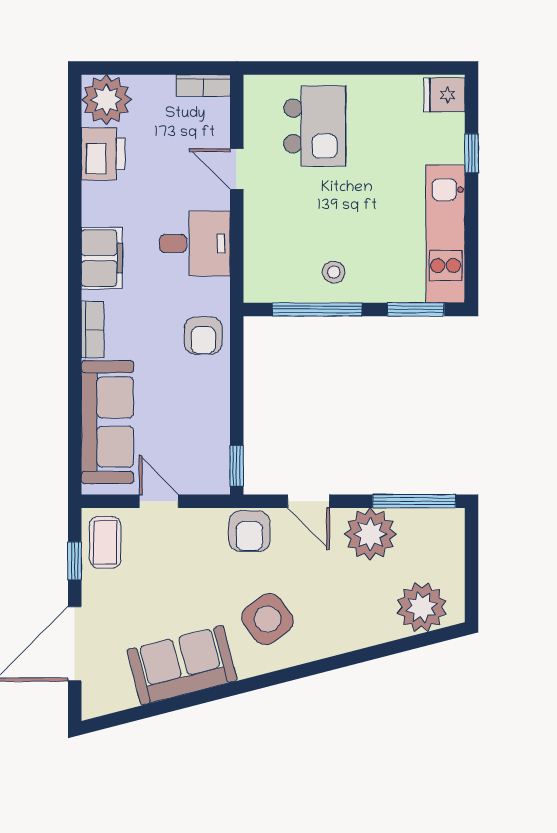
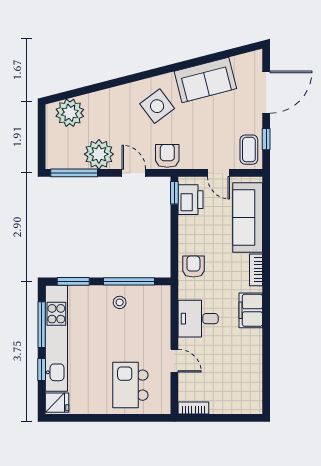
plant: (106, 100) -> (248, 400), removed
printer: (103, 154) -> (191, 200), moved, turned 180
window: (472, 233) -> (42, 325), added
kitchen unit: (446, 234) -> (56, 338), width x1.36

